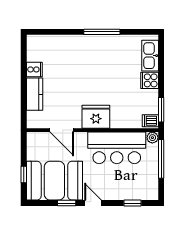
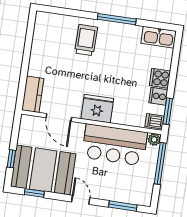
trolley: (76, 55) -> (86, 40), added
kitchen sink: (150, 56) -> (159, 37), moved, turned -90
cooker: (34, 69) -> (158, 96), moved, turned 180
kitchen counter: (35, 94) -> (33, 94), moved
window: (67, 203) -> (34, 193), moved
window: (133, 203) -> (123, 206), width x1.50

